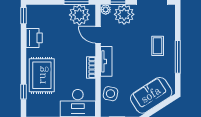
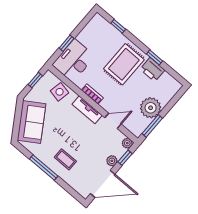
plant: (124, 14) -> (112, 161), width x0.53, depth x0.53
plant: (79, 15) -> (151, 108), moved
window: (23, 16) -> (155, 57), moved
rug: (42, 75) -> (124, 64), moved, turned 90

